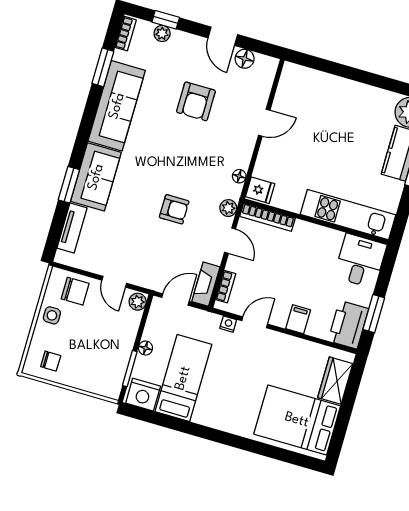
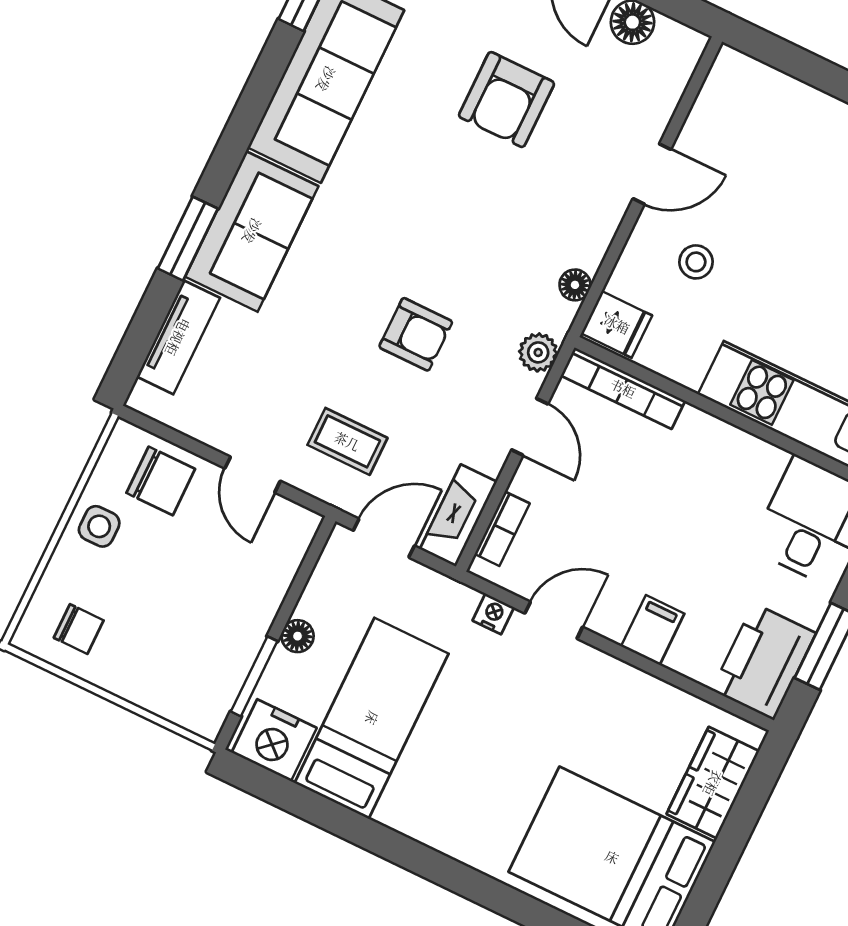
stool: (290, 157) -> (696, 262), added
coffee table: (153, 260) -> (347, 441), added
plant: (138, 302) -> (298, 529), removed

